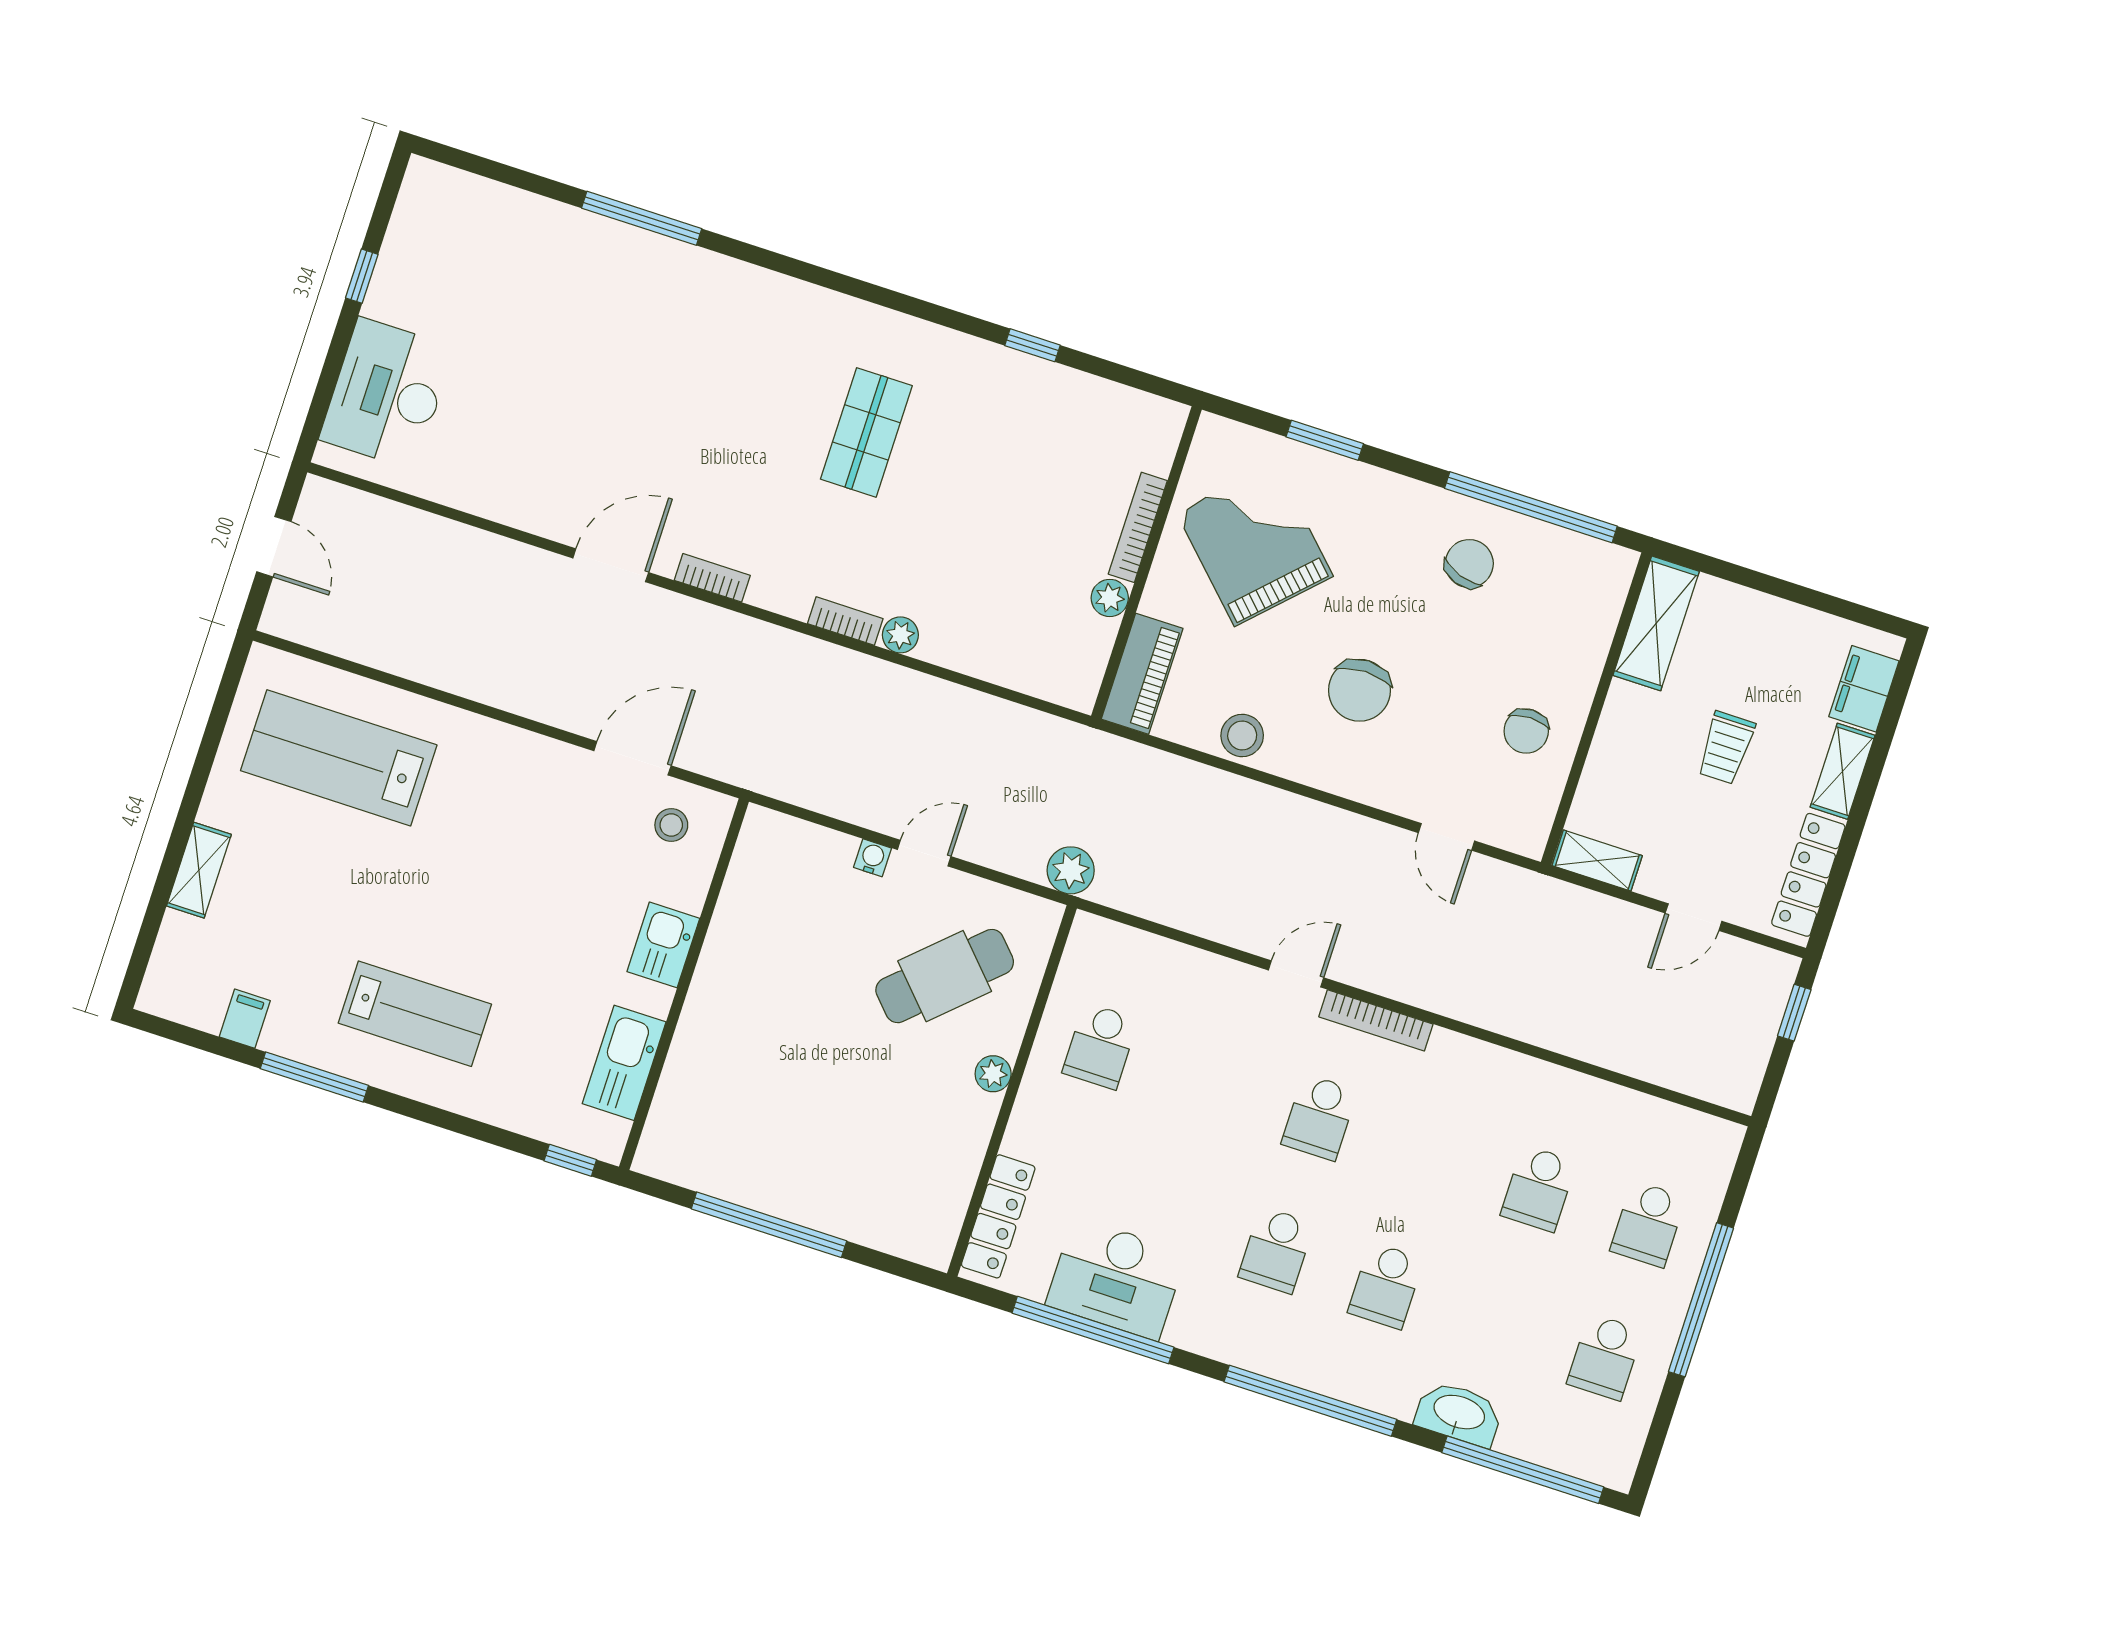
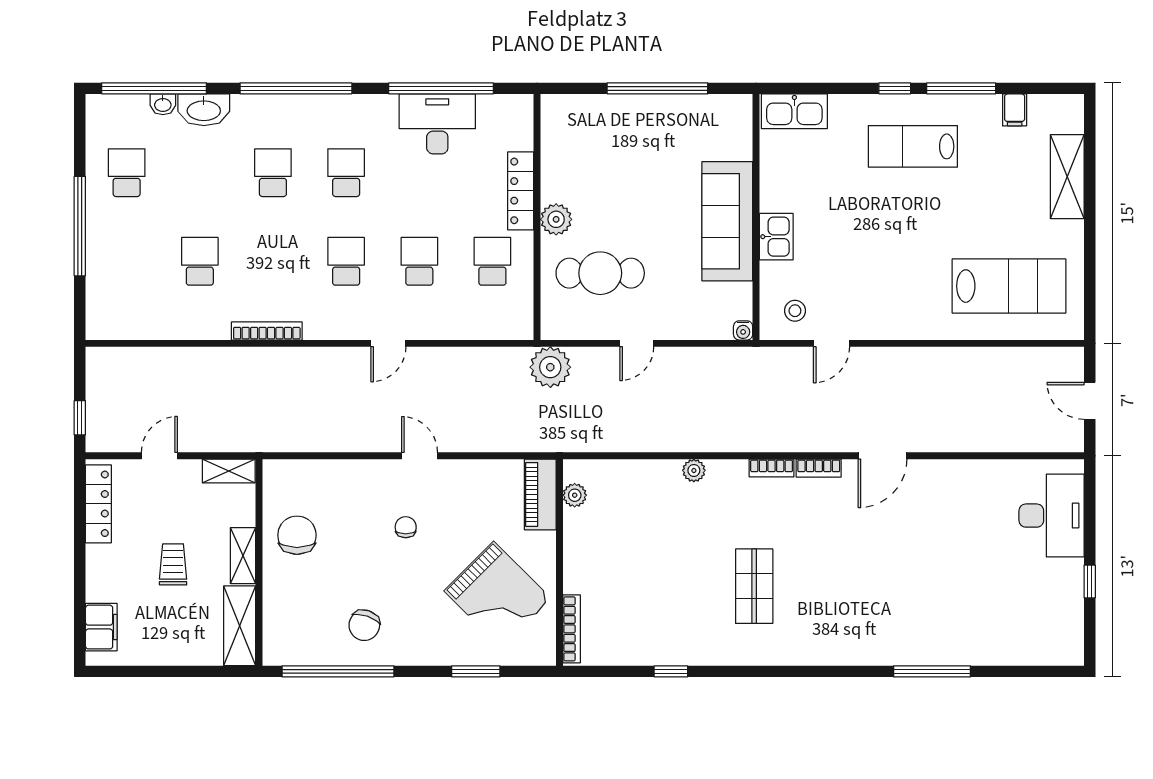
bookcase: (1138, 527) -> (572, 629), moved
plant: (1110, 598) -> (575, 495), moved
bookcase: (845, 621) -> (772, 468), moved
chair: (1360, 690) -> (406, 527), width x0.54, depth x0.54
chair: (1526, 731) -> (297, 535), width x1.37, depth x1.37
stool: (1242, 735) -> (468, 477), removed
door: (632, 758) -> (832, 343), width x0.73
shelving: (1843, 771) -> (243, 556), moved
door: (1446, 837) -> (420, 456), moved
water cooler: (872, 858) -> (743, 330), moved
shelving: (199, 870) -> (1067, 177), width x1.50, depth x1.33
plant: (1071, 870) -> (550, 367), width x1.36, depth x1.36
cafe table: (945, 976) -> (600, 273), turned 43
sofa: (729, 992) -> (727, 221), added
bookcase: (1376, 1020) -> (267, 331), moved
kitchen sink: (624, 1063) -> (794, 111), moved, turned 90
plant: (993, 1074) -> (556, 219), width x1.38, depth x1.38
window: (570, 1160) -> (895, 88), moved
locker: (998, 1216) -> (521, 191), moved
school desk: (1648, 1224) -> (419, 261), moved
washbasin: (1517, 1442) -> (163, 104), added

